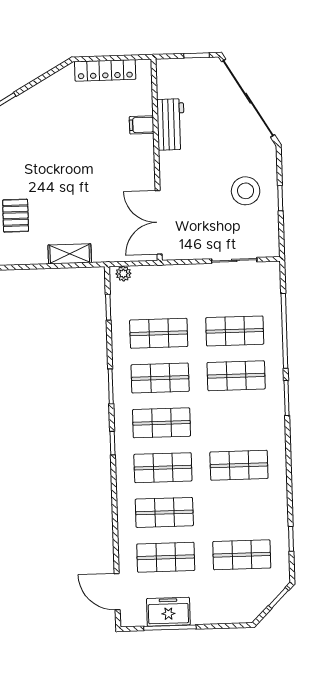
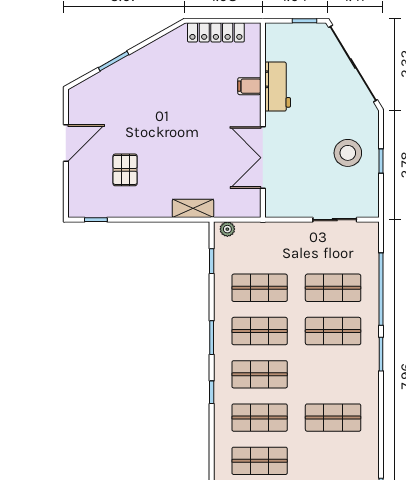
double door: (159, 222) -> (263, 158), moved
shelving: (70, 254) -> (193, 208), moved

